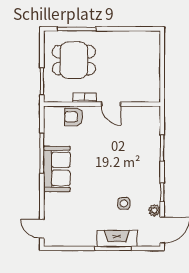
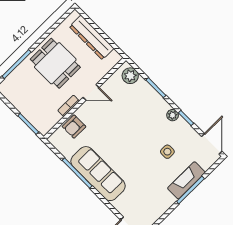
dining table: (74, 60) -> (55, 63), moved, turned 90
dresser: (152, 64) -> (92, 37), added
plant: (152, 120) -> (130, 76), added
sofa: (57, 169) -> (98, 174), width x1.36
plant: (154, 210) -> (173, 115), moved

